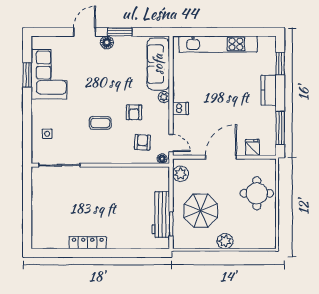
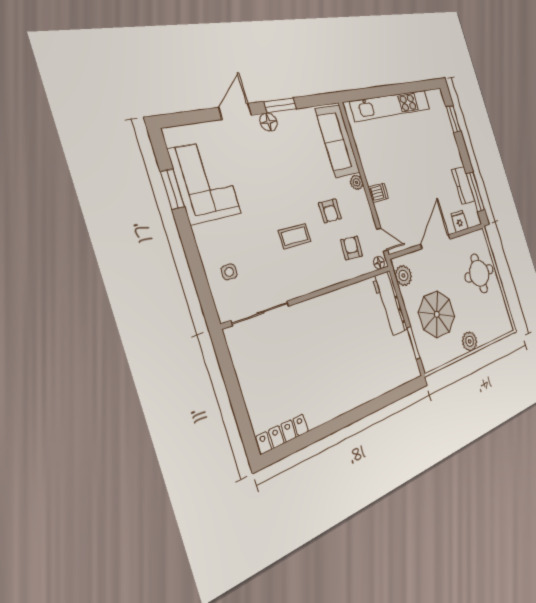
kitchen counter: (269, 90) -> (463, 185), moved
workbench: (161, 215) -> (390, 303), moved
locker: (88, 243) -> (283, 434), moved

